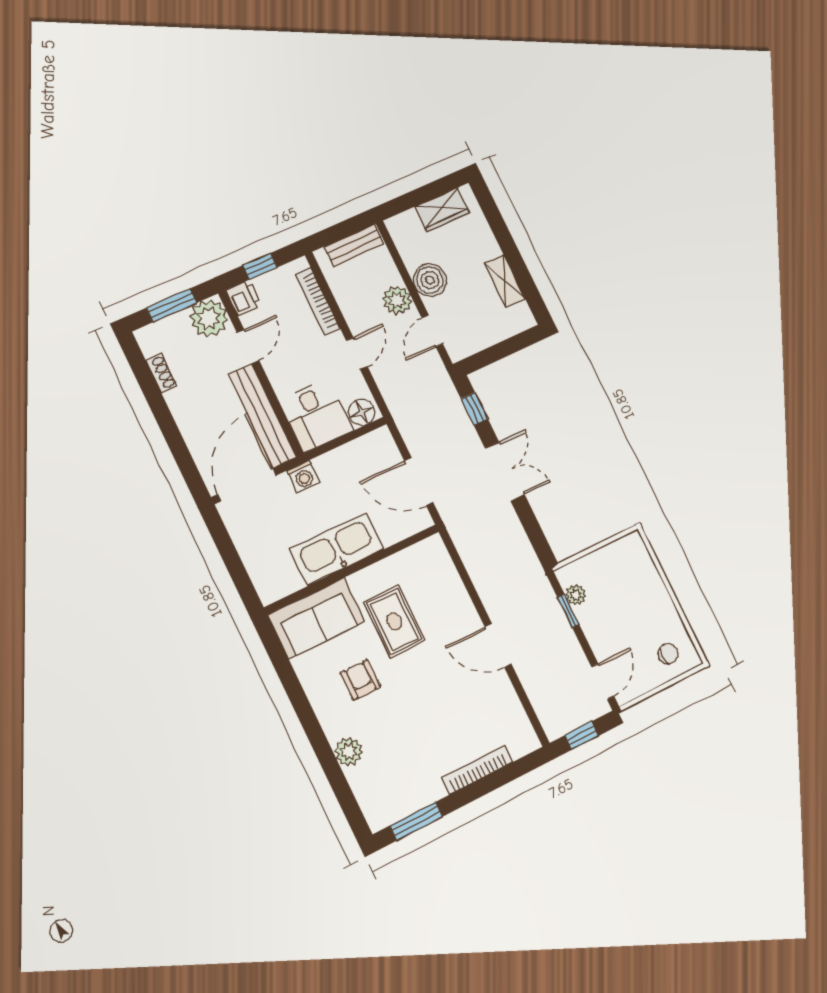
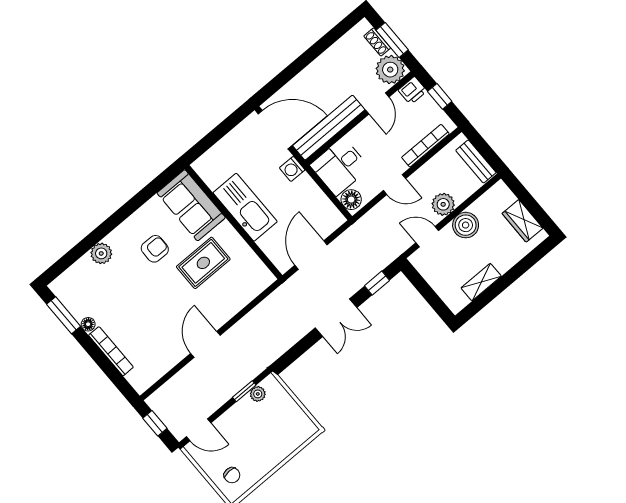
door: (248, 347) -> (377, 103), hinge flipped
shoe rack: (161, 373) -> (377, 42), moved, turned 90
floor lamp: (436, 792) -> (88, 324), added

